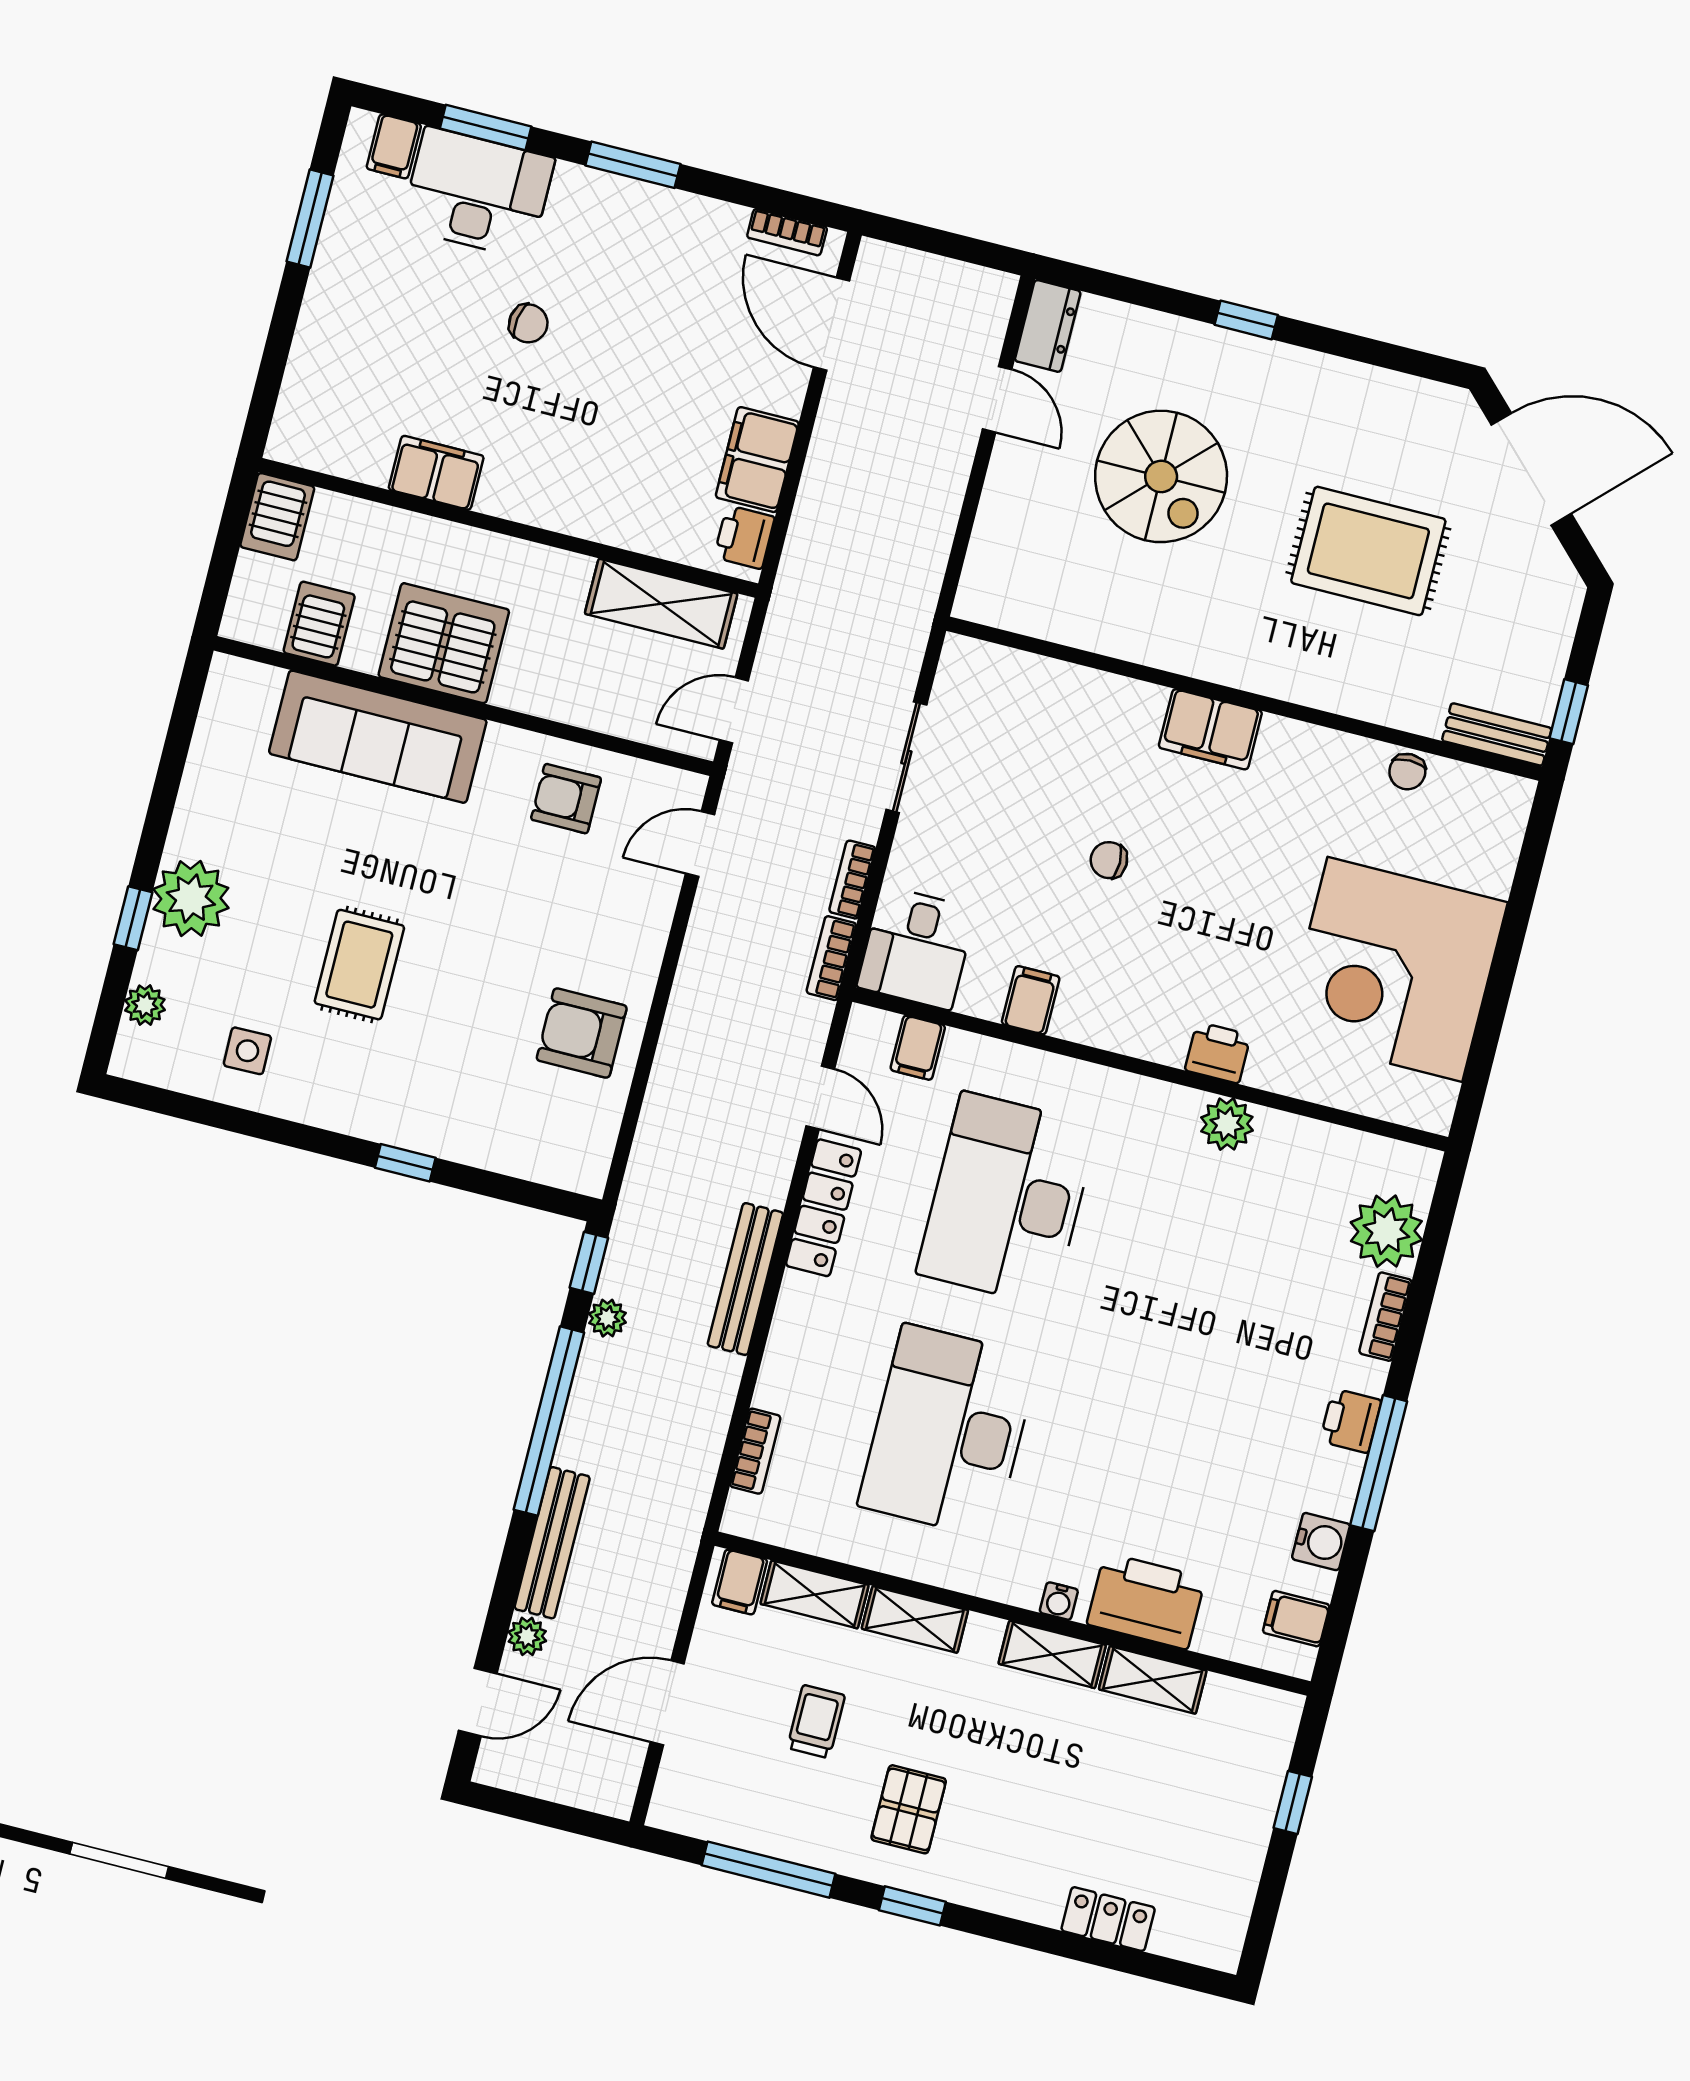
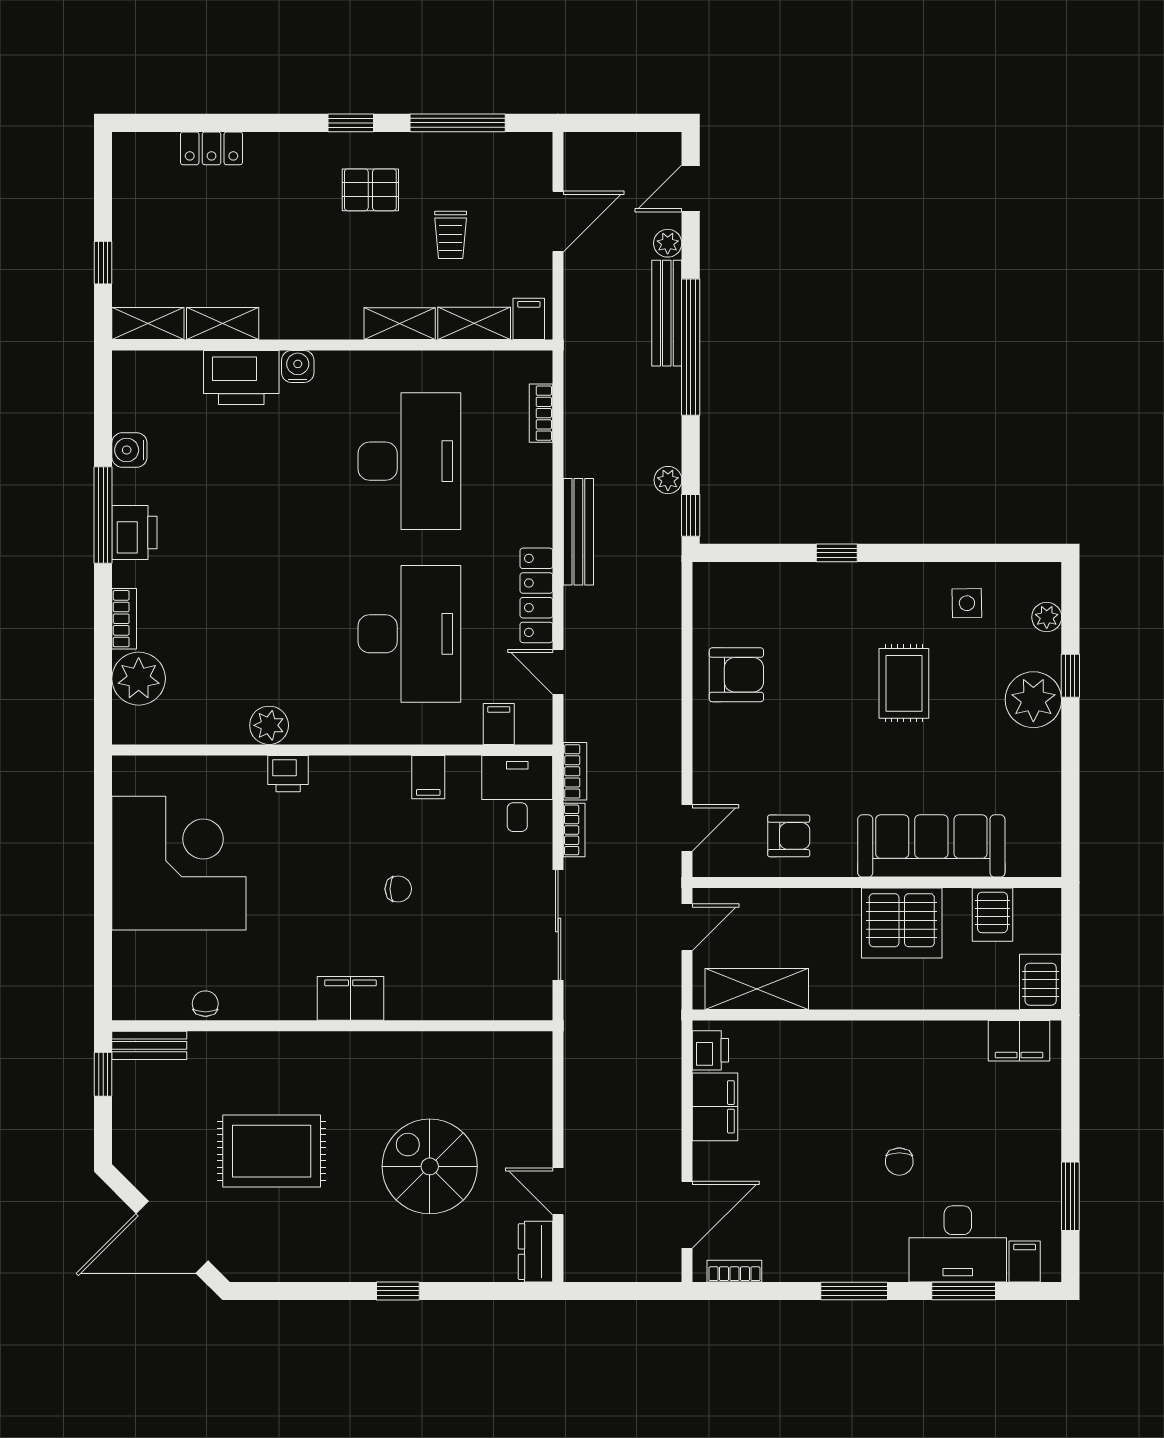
chair: (528, 323) -> (899, 1162), turned -99
door: (832, 324) -> (687, 1215), hinge flipped
filing cabinet: (436, 473) -> (1019, 1041), moved
sliding door: (906, 757) -> (558, 925), width x1.37
window: (549, 1421) -> (691, 347), moved
printer: (1351, 1421) -> (134, 532), width x1.36, depth x1.24
water cooler: (1059, 1601) -> (298, 366), width x1.38, depth x1.38
filing cabinet: (1296, 1619) -> (133, 392), removed
shelving: (1052, 1654) -> (148, 324), moved
pallet: (909, 1809) -> (370, 190), turned 90

